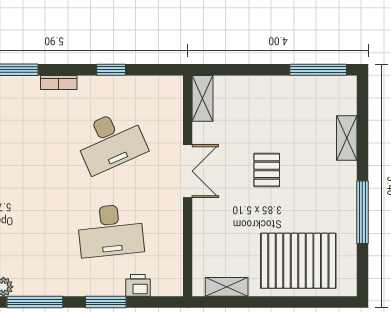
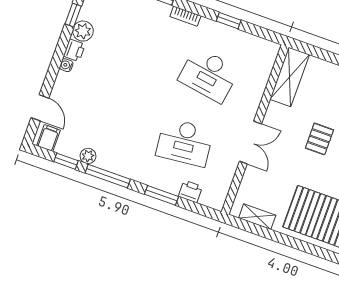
shelving: (202, 98) -> (290, 77), width x1.50, depth x1.33
desk: (111, 141) -> (209, 75), turned 33
double door: (188, 171) -> (250, 143), moved

